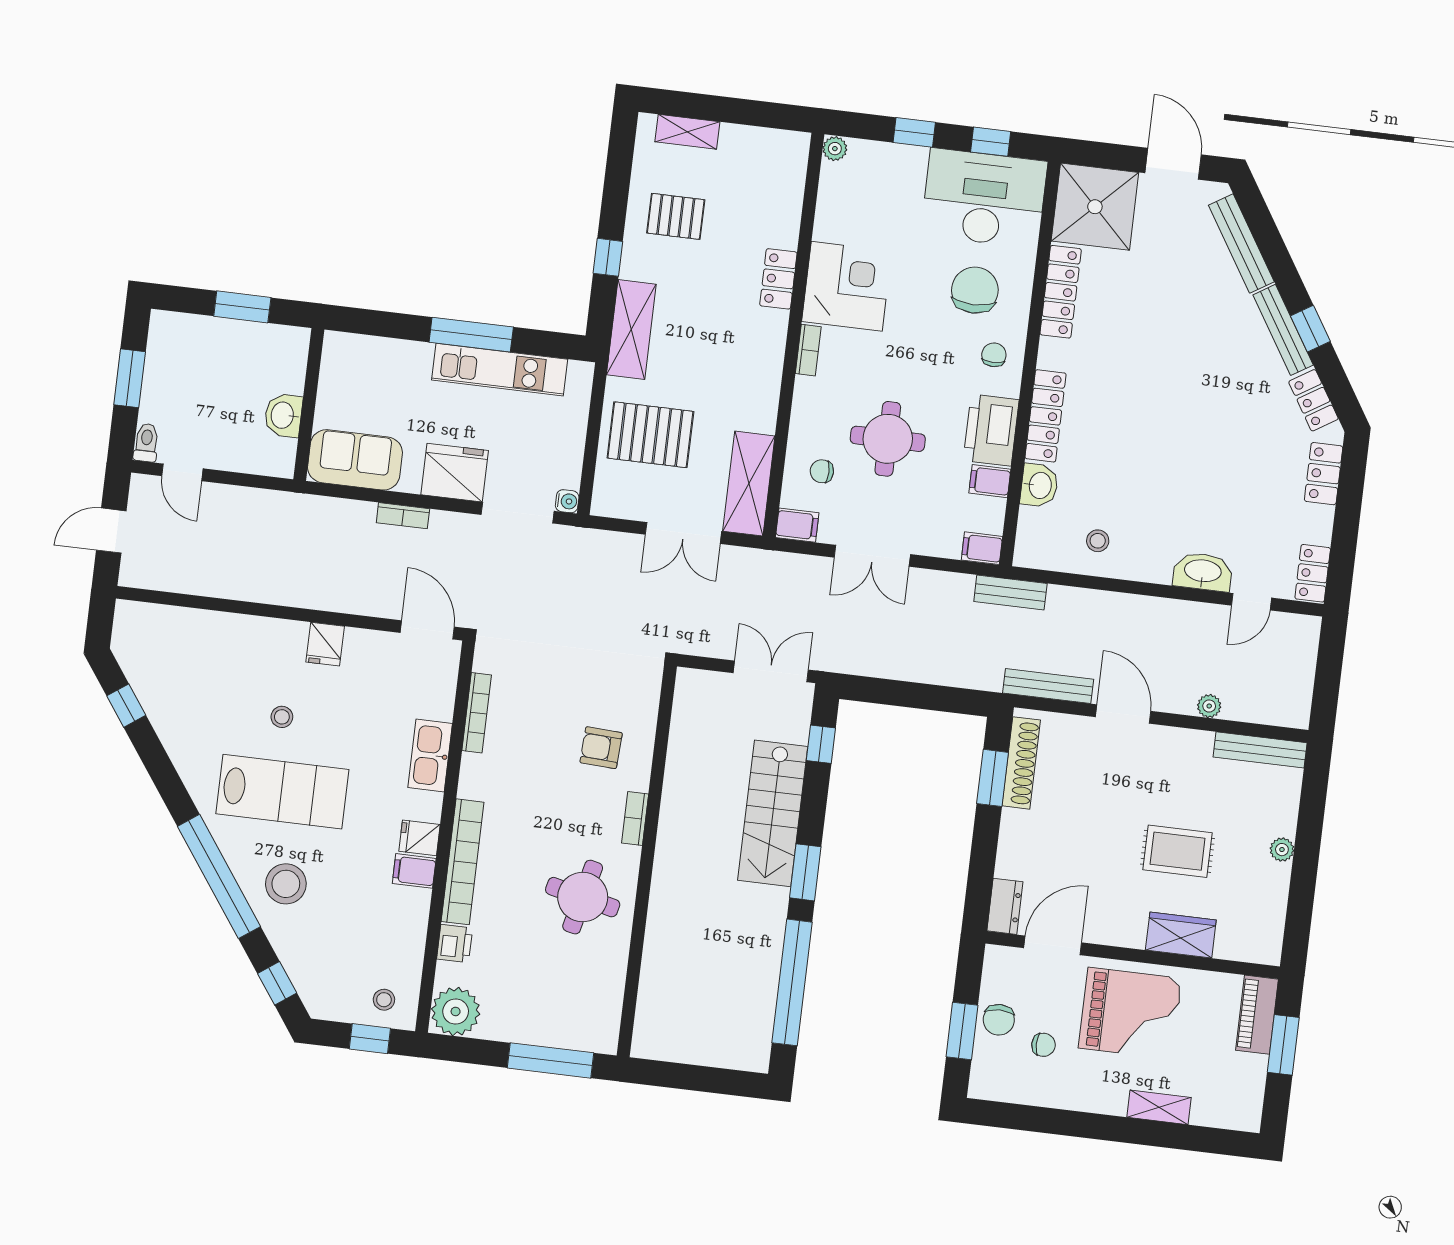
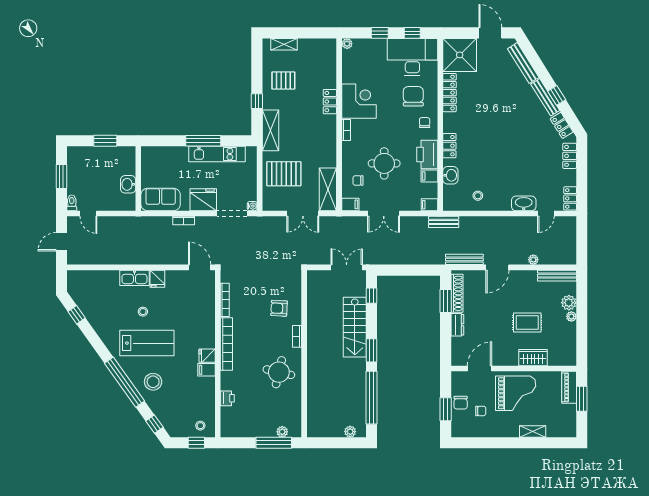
locker: (1045, 416) -> (449, 146), width x0.66
door: (1123, 714) -> (497, 267), swing flipped
kitchen sink: (430, 755) -> (134, 278), moved, turned -90
plant: (1280, 817) -> (569, 303), added
bookcase: (463, 862) -> (226, 344), moved
dresser: (1005, 906) -> (457, 325), moved
plant: (456, 1011) -> (282, 432), moved, width x0.53, depth x0.53
plant: (733, 1056) -> (350, 432), added

